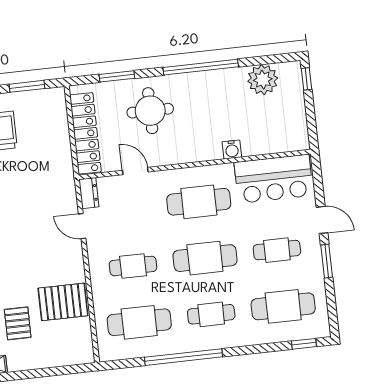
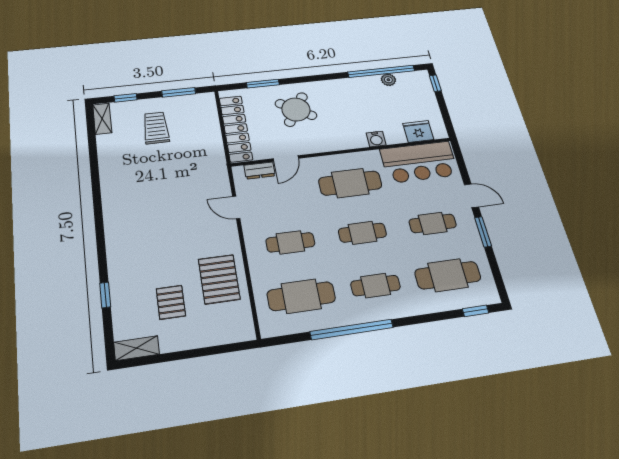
window: (201, 67) -> (381, 71), moved
plant: (263, 80) -> (388, 80), width x0.53, depth x0.53
round table: (150, 111) -> (296, 109), turned 32
fridge: (278, 141) -> (418, 131), added
door: (135, 171) -> (286, 159), swing flipped
dresser: (89, 193) -> (260, 170), moved, turned 90
cafe table: (205, 258) -> (362, 233), width x0.73, depth x0.74
pallet: (63, 302) -> (219, 279), turned 90

